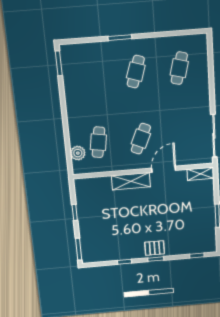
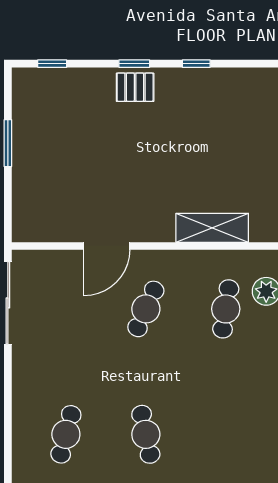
cafe table: (136, 72) -> (146, 434), turned -30
shelving: (200, 174) -> (37, 231), removed
shelving: (131, 181) -> (212, 228), moved

